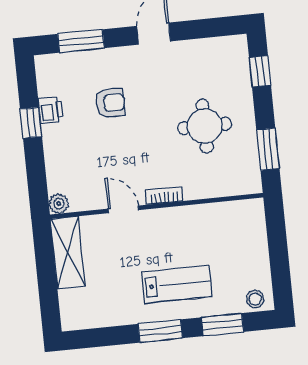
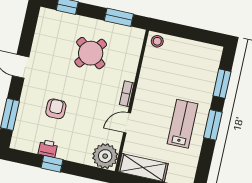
round table: (205, 126) -> (91, 53), turned 38
plant: (59, 204) -> (105, 156), width x1.88, depth x1.88
lab bench: (177, 284) -> (182, 124), moved
stool: (255, 299) -> (157, 41), moved

